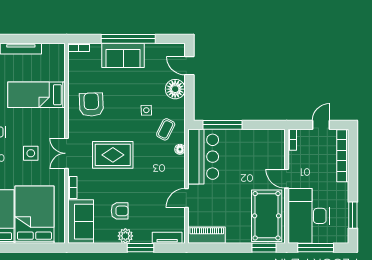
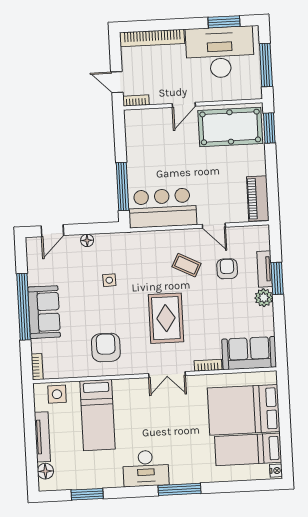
floor lamp: (175, 89) -> (87, 240), width x0.53, depth x0.53
armchair: (91, 104) -> (106, 347), turned 92
door: (321, 125) -> (117, 82), moved
coffee table: (166, 129) -> (187, 265), moved
floor lamp: (180, 149) -> (155, 237), removed
side table: (31, 153) -> (57, 394), moved
armchair: (120, 211) -> (227, 269), moved
desk: (309, 216) -> (220, 52), moved, turned 180
tv unit: (167, 238) -> (265, 269), moved

